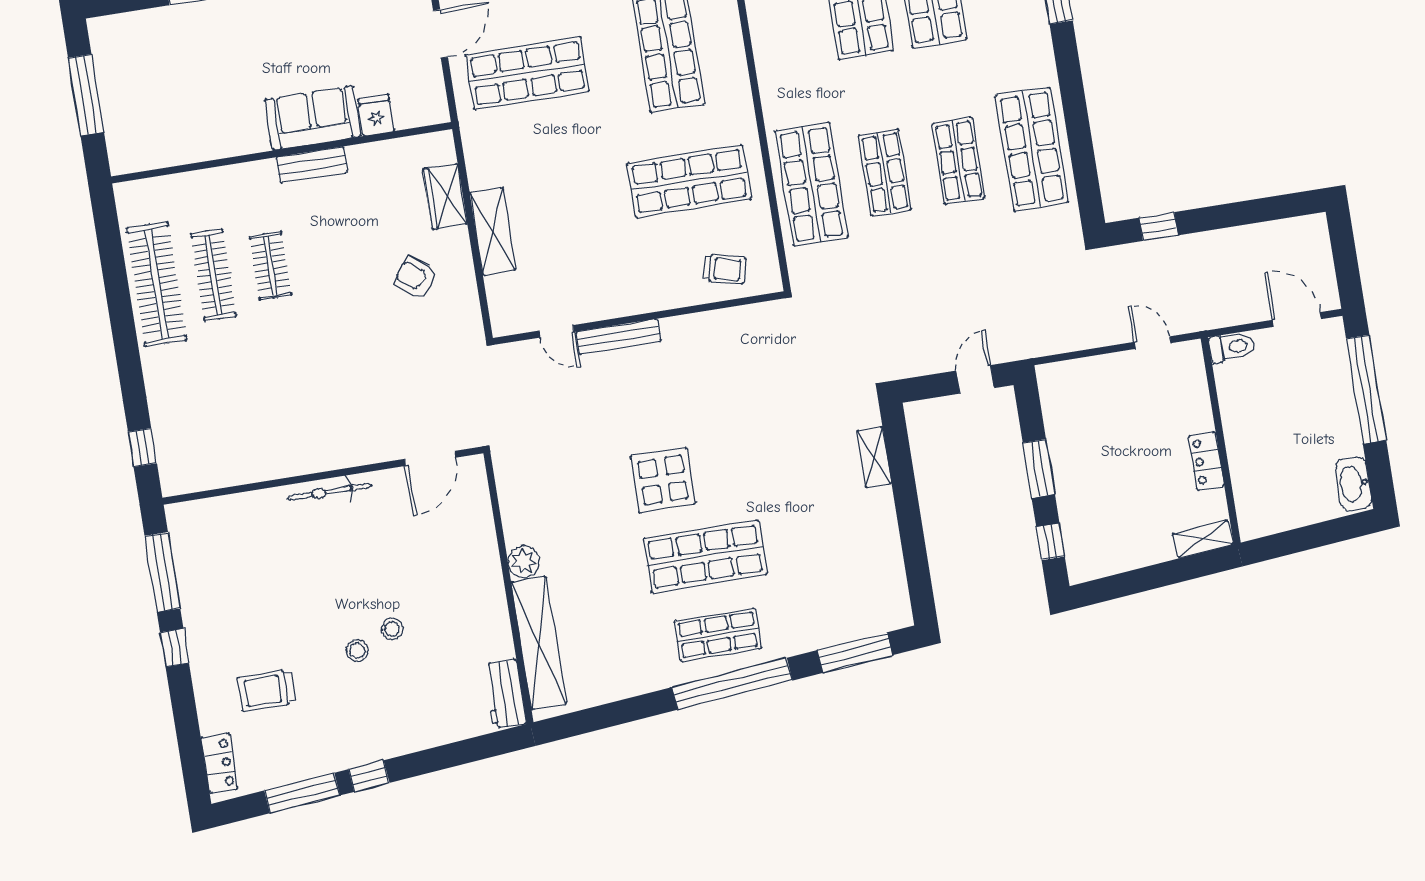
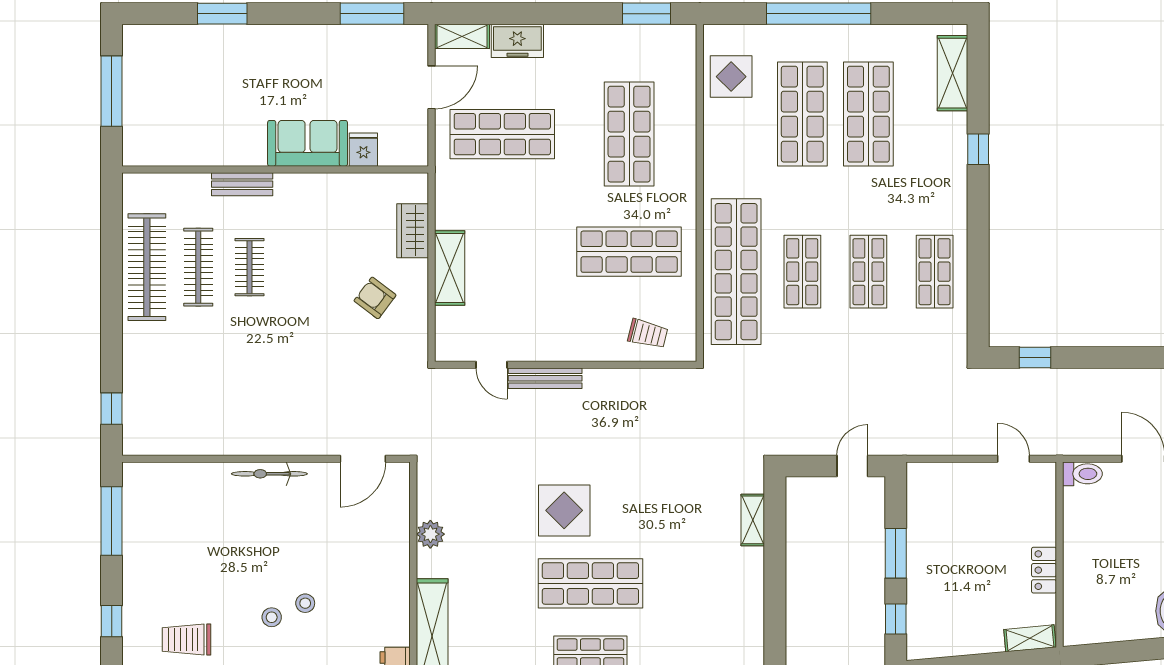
shop shelf: (1032, 149) -> (935, 272), width x0.70, depth x0.74
bench: (312, 165) -> (242, 184), moved
shop shelf: (812, 184) -> (736, 272), width x1.40
plant: (524, 561) -> (430, 534), moved
window: (175, 648) -> (112, 621), moved

